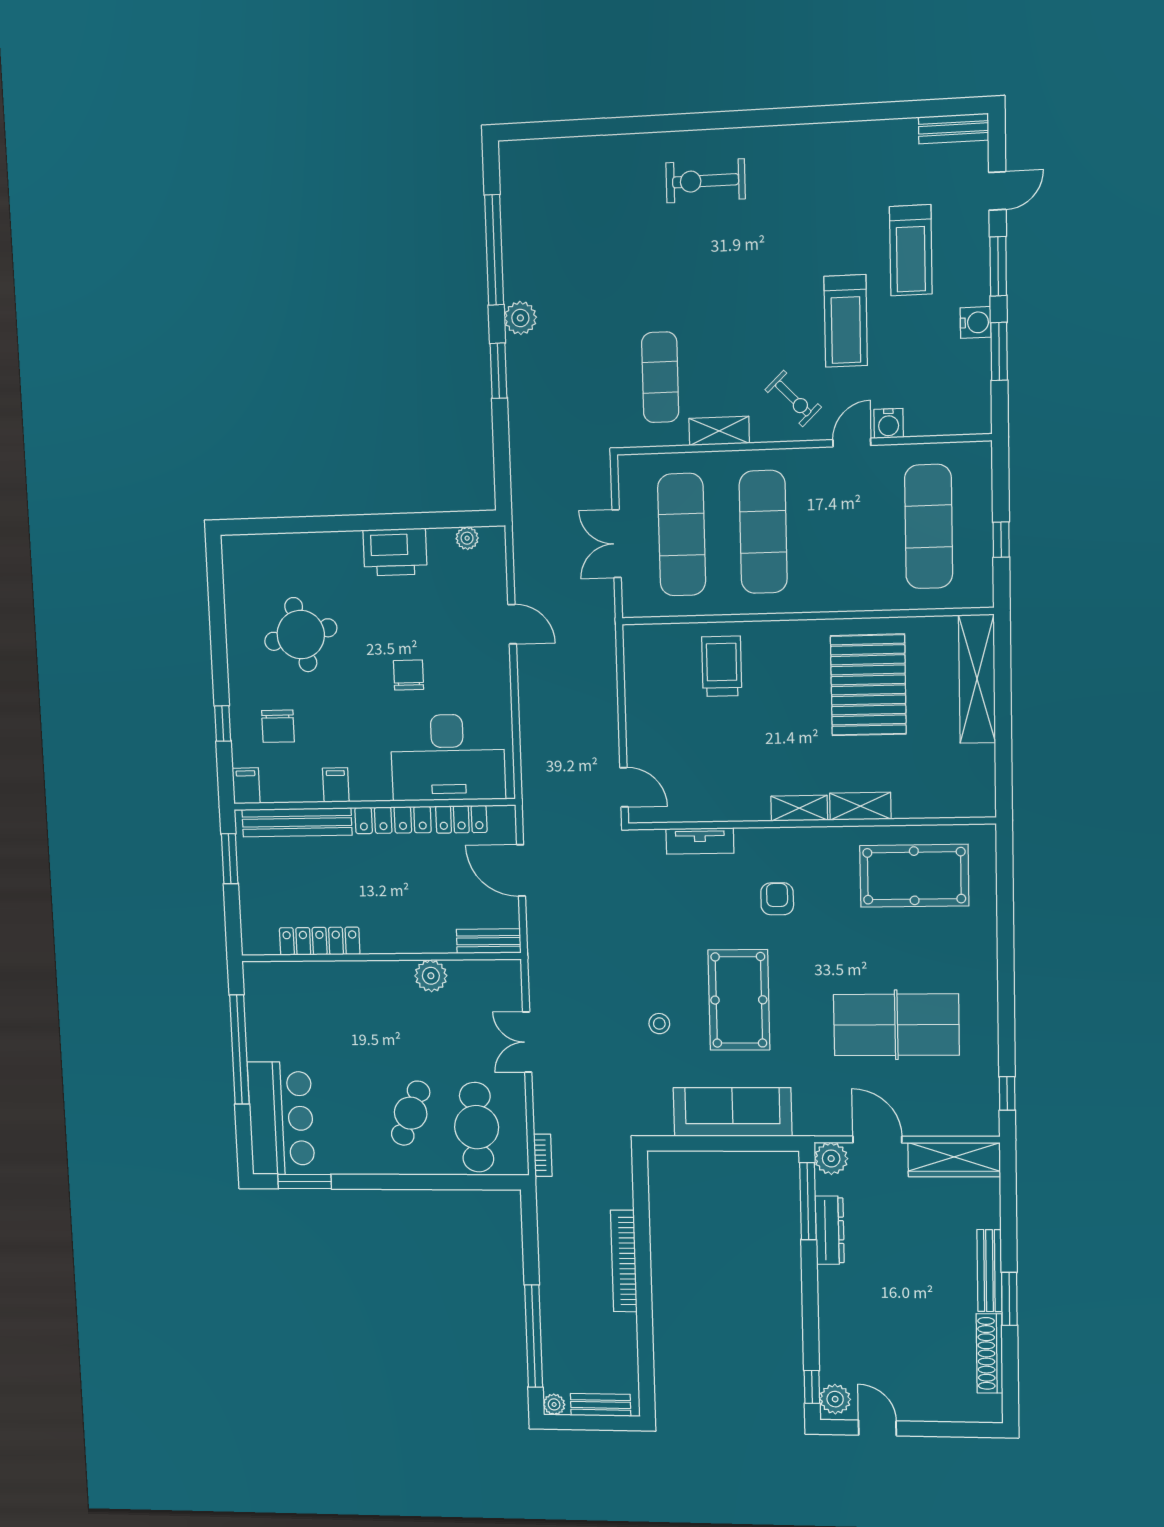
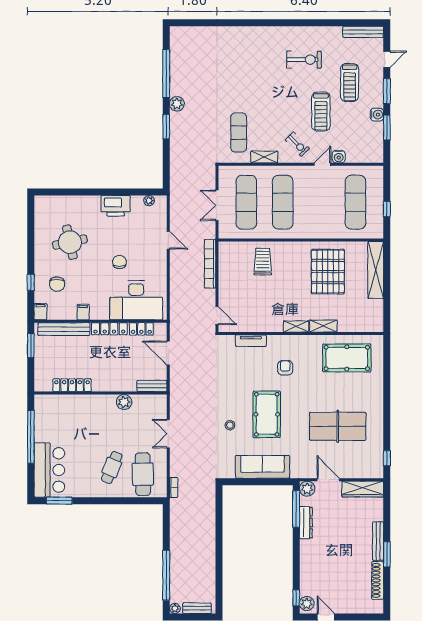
bench: (954, 128) -> (363, 32), width x1.36
exercise bike: (706, 181) -> (304, 60), moved, turned 180
bookcase: (624, 1261) -> (210, 264), moved

